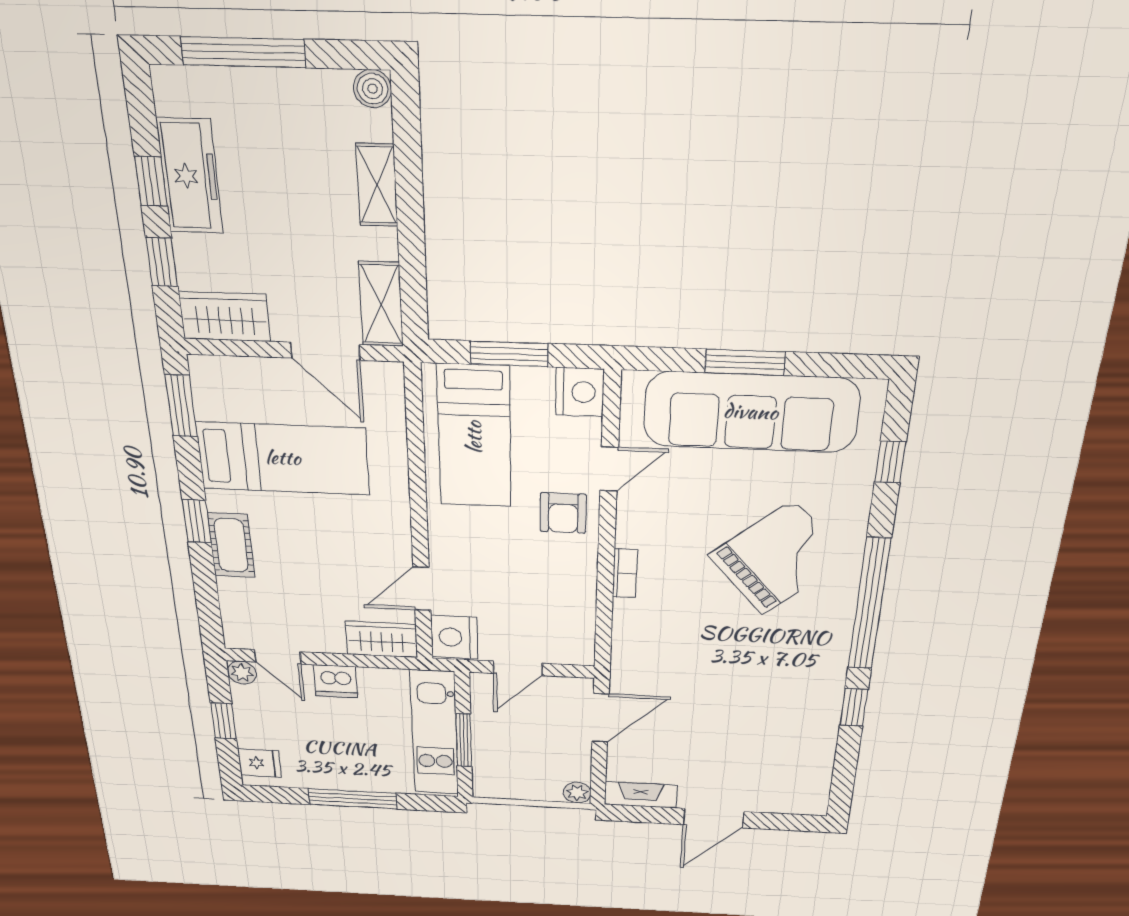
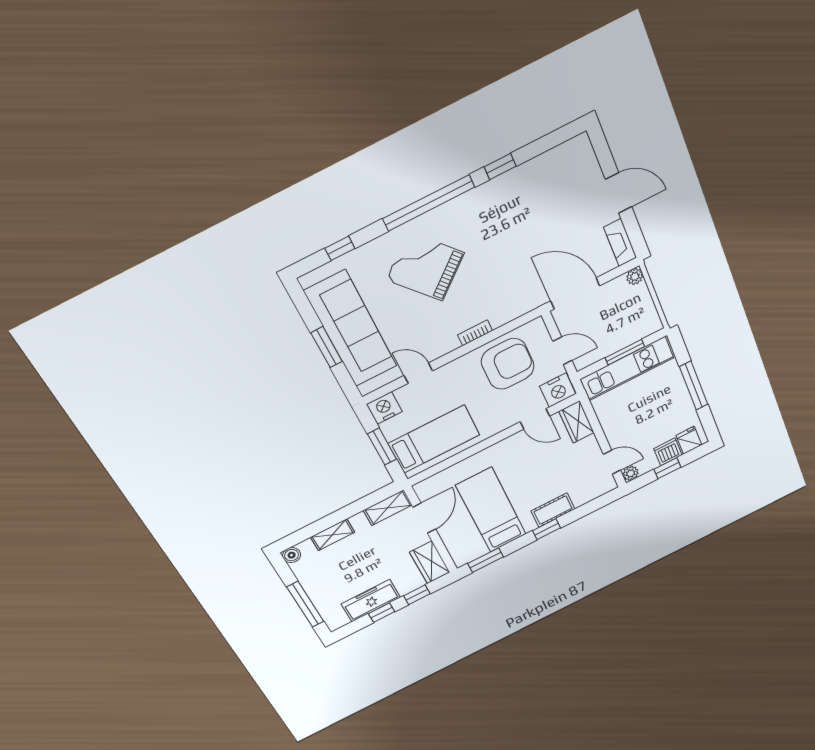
armchair: (563, 513) -> (508, 364), moved, width x1.88, depth x1.88
door: (278, 657) -> (612, 462), hinge flipped
dishwasher: (335, 681) -> (668, 452), moved, turned -90
door: (600, 718) -> (575, 293), width x1.36

